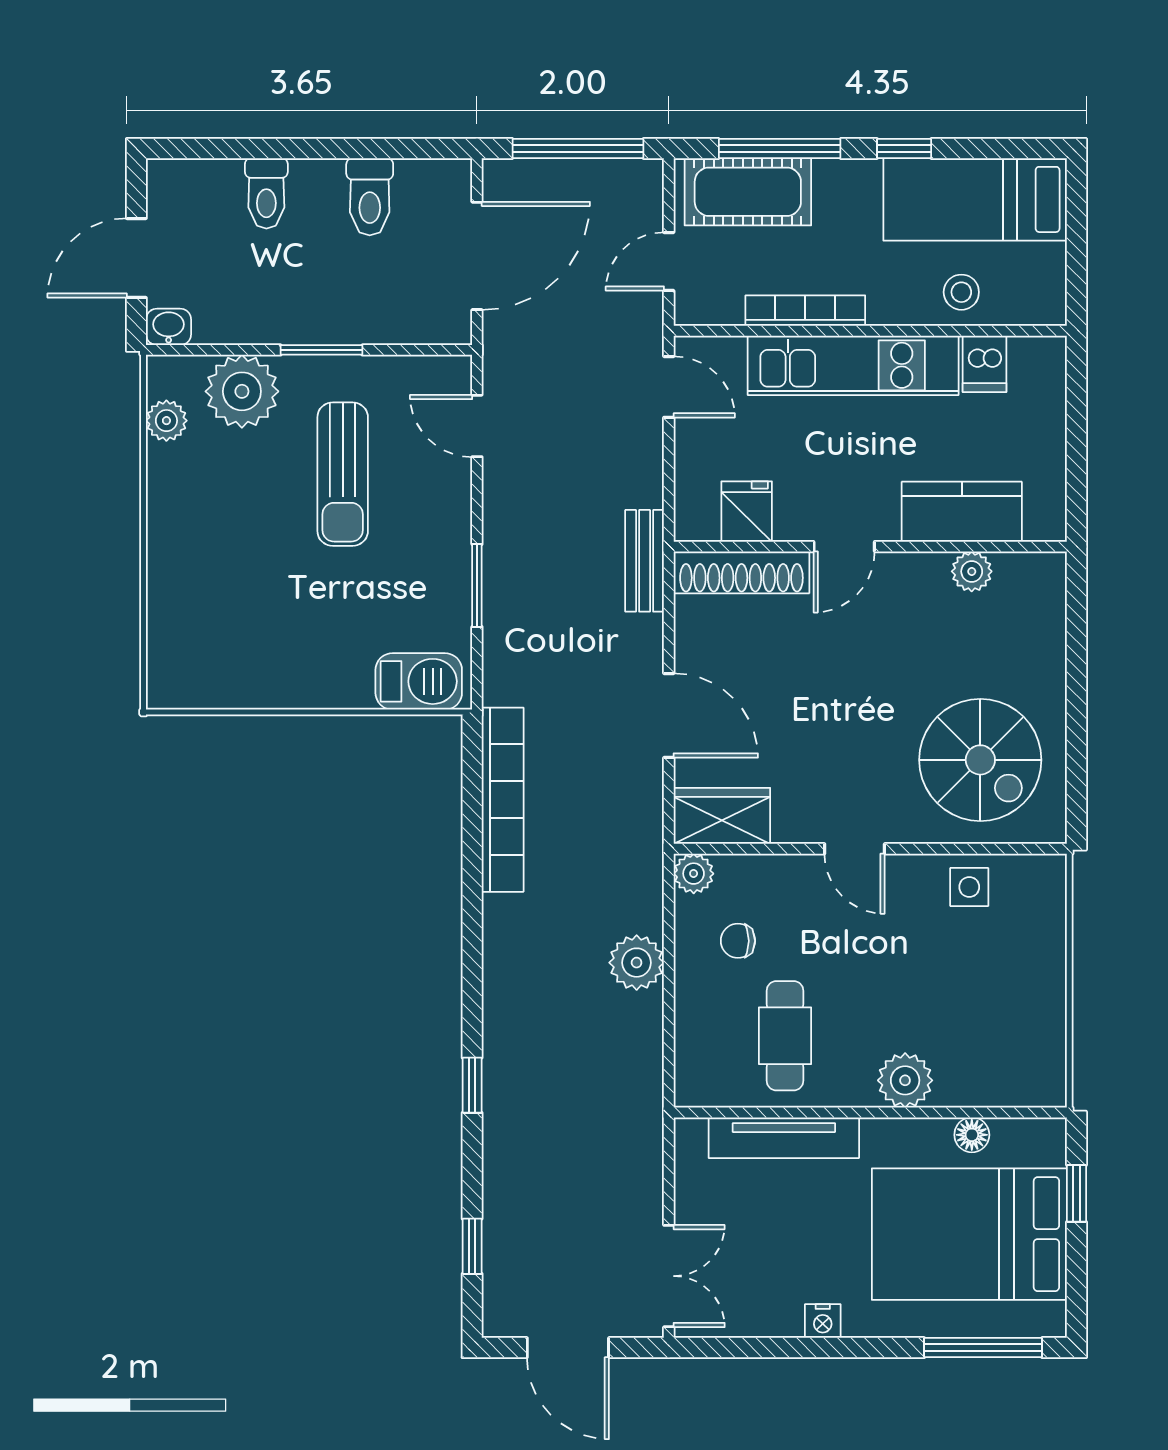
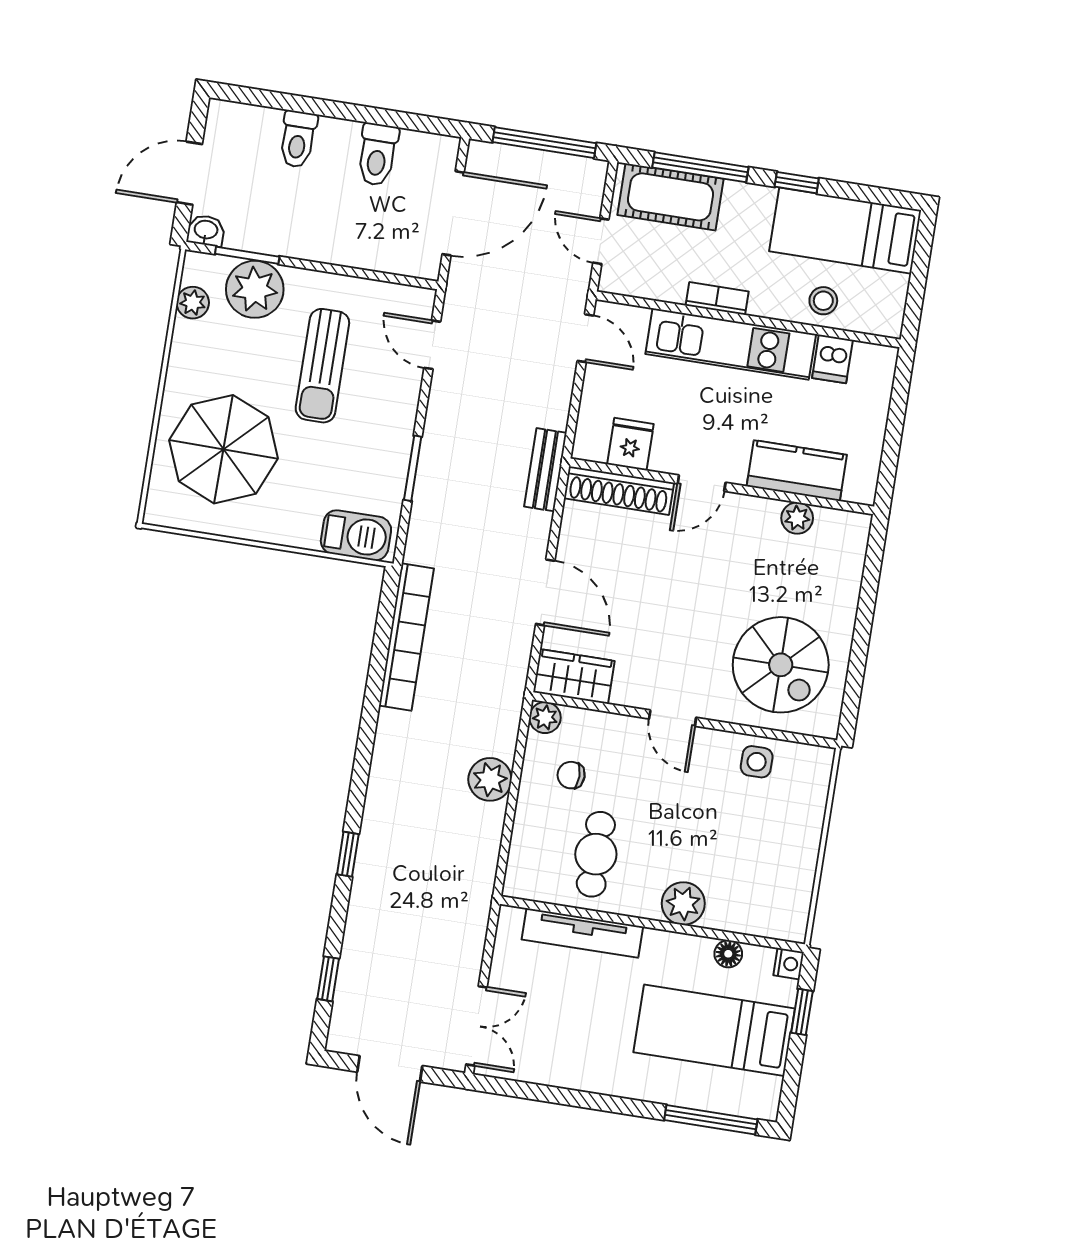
door: (669, 262) -> (601, 241), hinge flipped
bookcase: (805, 311) -> (717, 299), width x0.64
window: (321, 350) -> (247, 255), moved
parasol: (235, 599) -> (224, 449), added
bed: (969, 1234) -> (714, 1030), width x0.67
nightstand: (823, 1321) -> (789, 964), moved, turned -90

